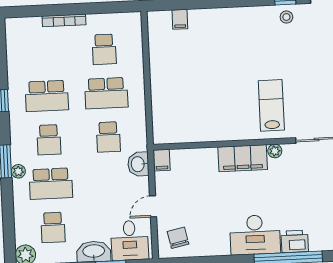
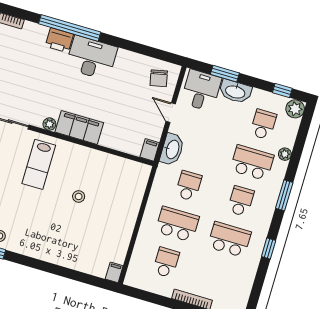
filing cabinet: (180, 19) -> (114, 272), moved
stool: (219, 86) -> (79, 196), added
washbasin: (138, 164) -> (172, 149), width x1.38
plant: (18, 171) -> (285, 154), moved
door: (153, 206) -> (171, 113), swing flipped

